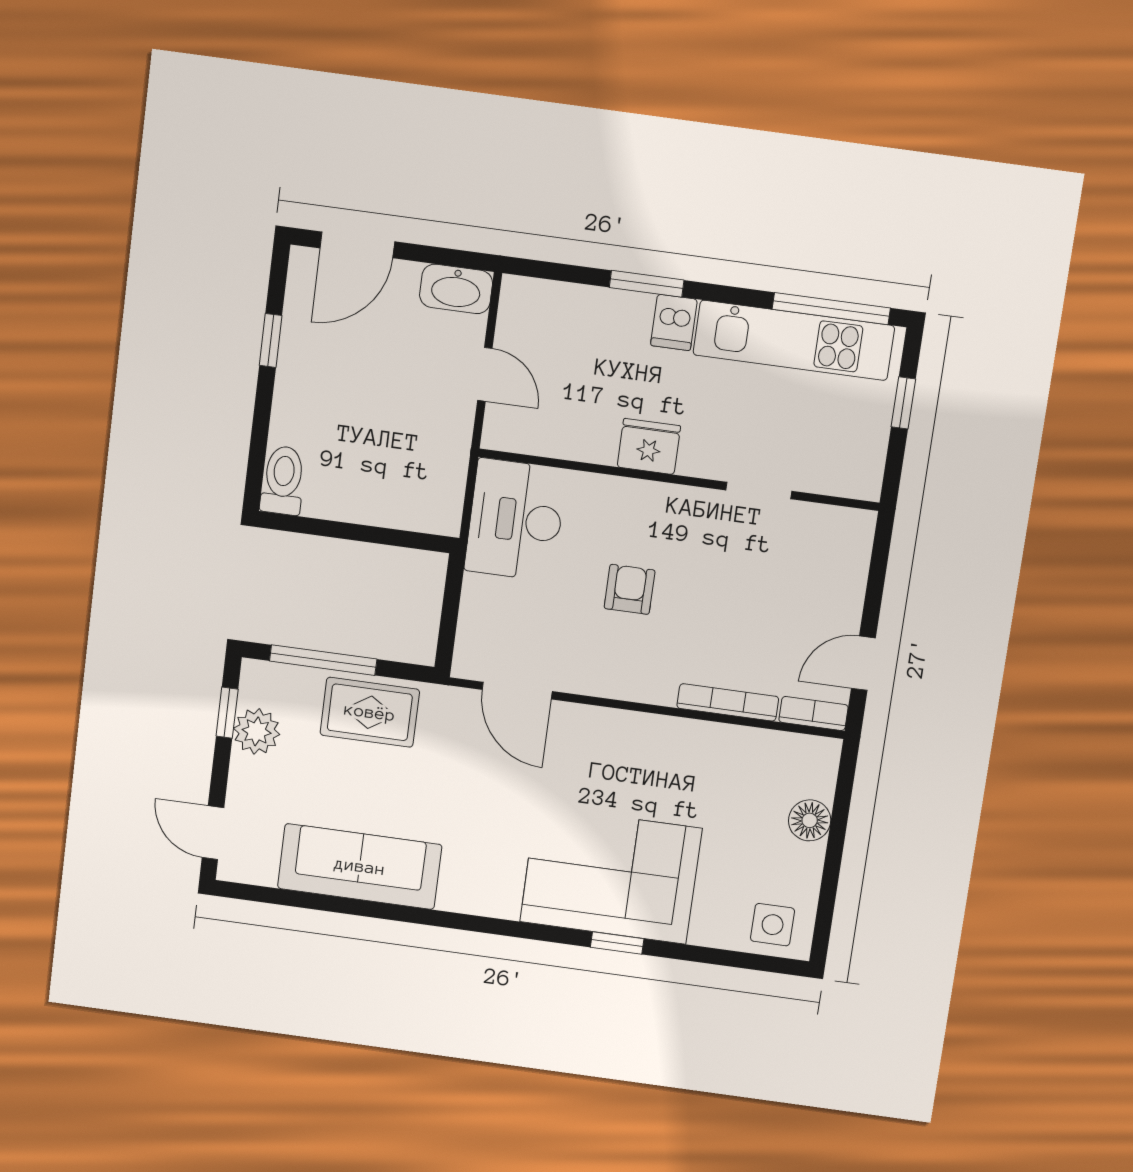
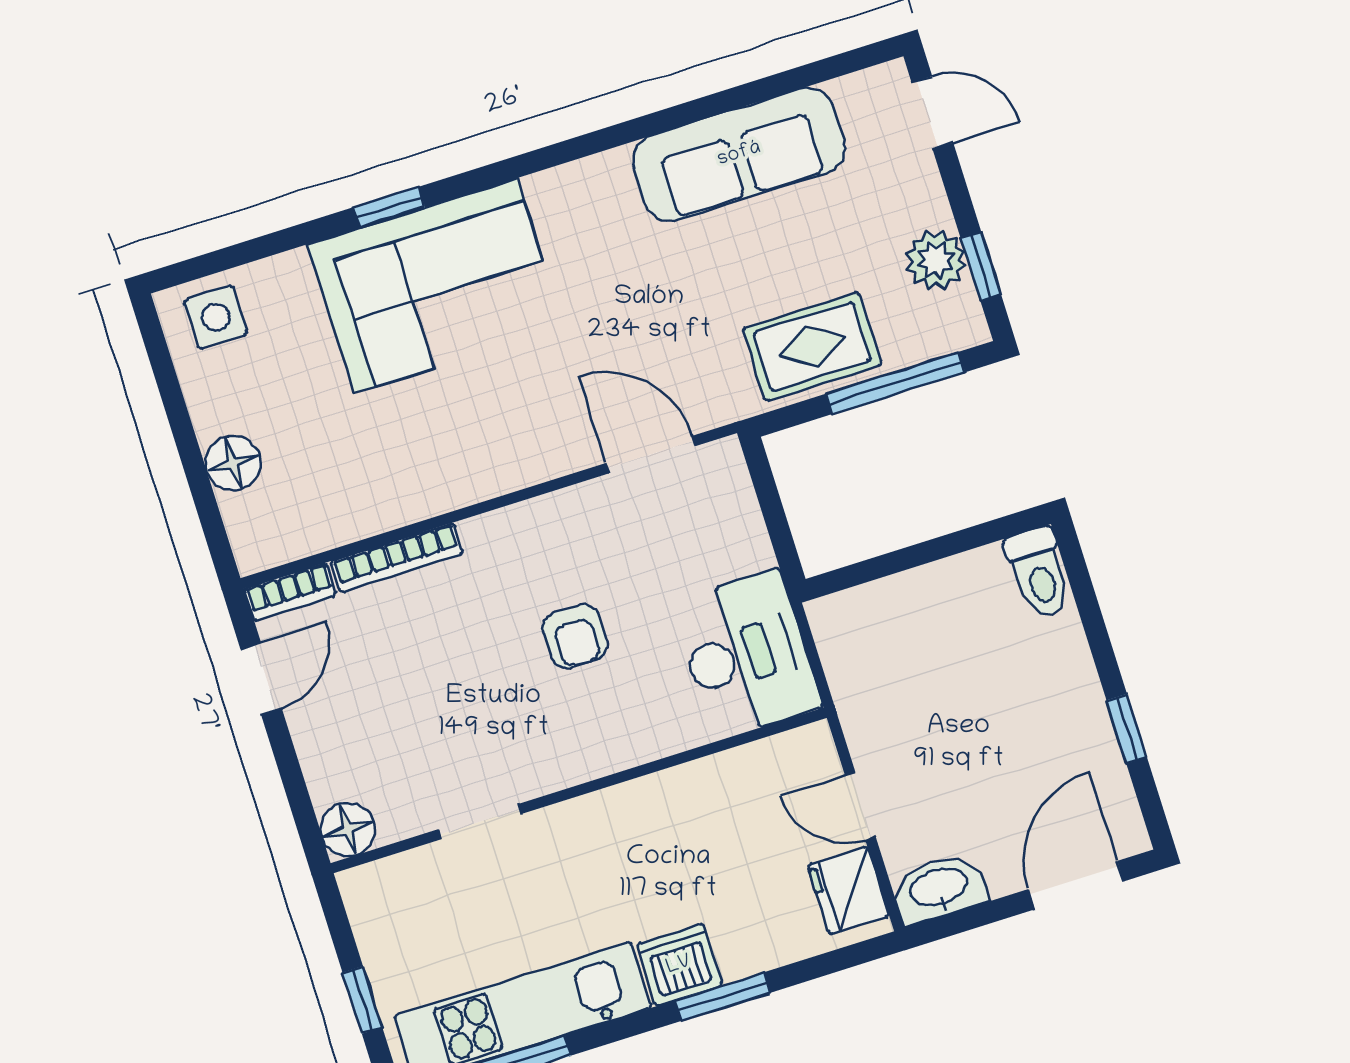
dishwasher: (674, 322) -> (679, 965), width x1.38
fridge: (649, 446) -> (848, 891), moved, turned 90
floor lamp: (854, 529) -> (348, 829), added

